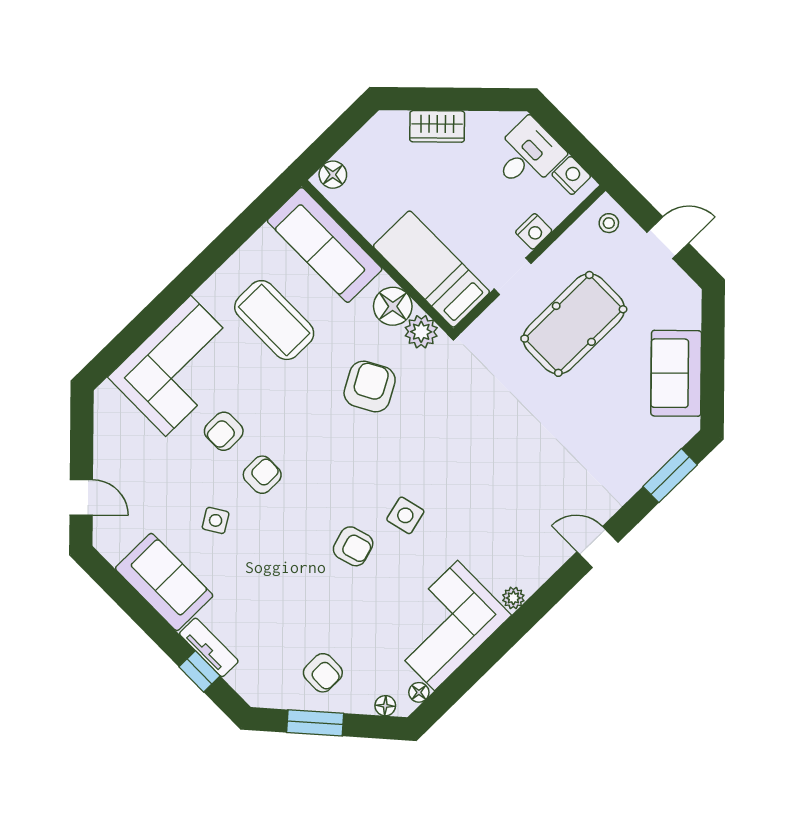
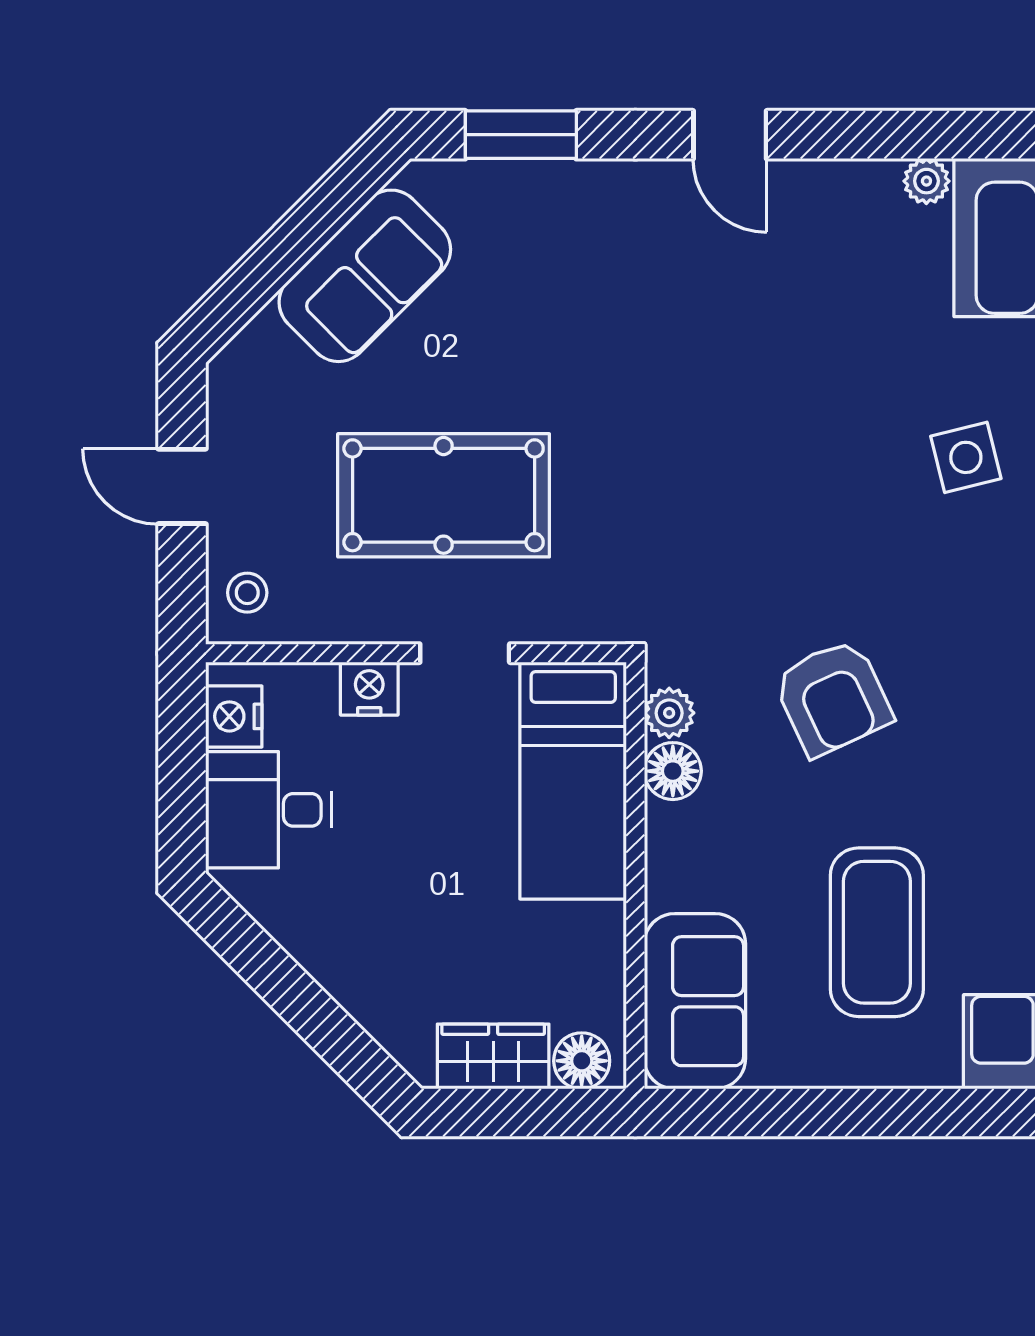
wardrobe: (437, 126) -> (493, 1056), moved, turned -45
sofa: (325, 245) -> (695, 1001), width x0.73
floor lamp: (393, 306) -> (673, 771), width x0.73, depth x0.73
plant: (421, 332) -> (669, 713), width x0.73, depth x0.73
armchair: (370, 387) -> (833, 698), turned -86

